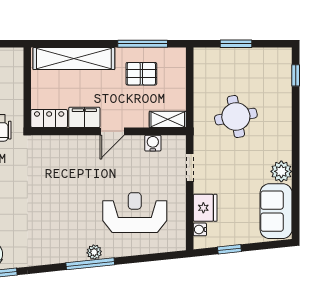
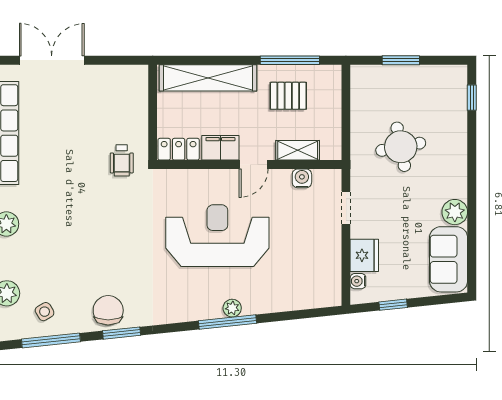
shelving: (168, 119) -> (298, 150), moved
reception desk: (135, 213) -> (217, 236), moved, width x1.36, depth x1.30

